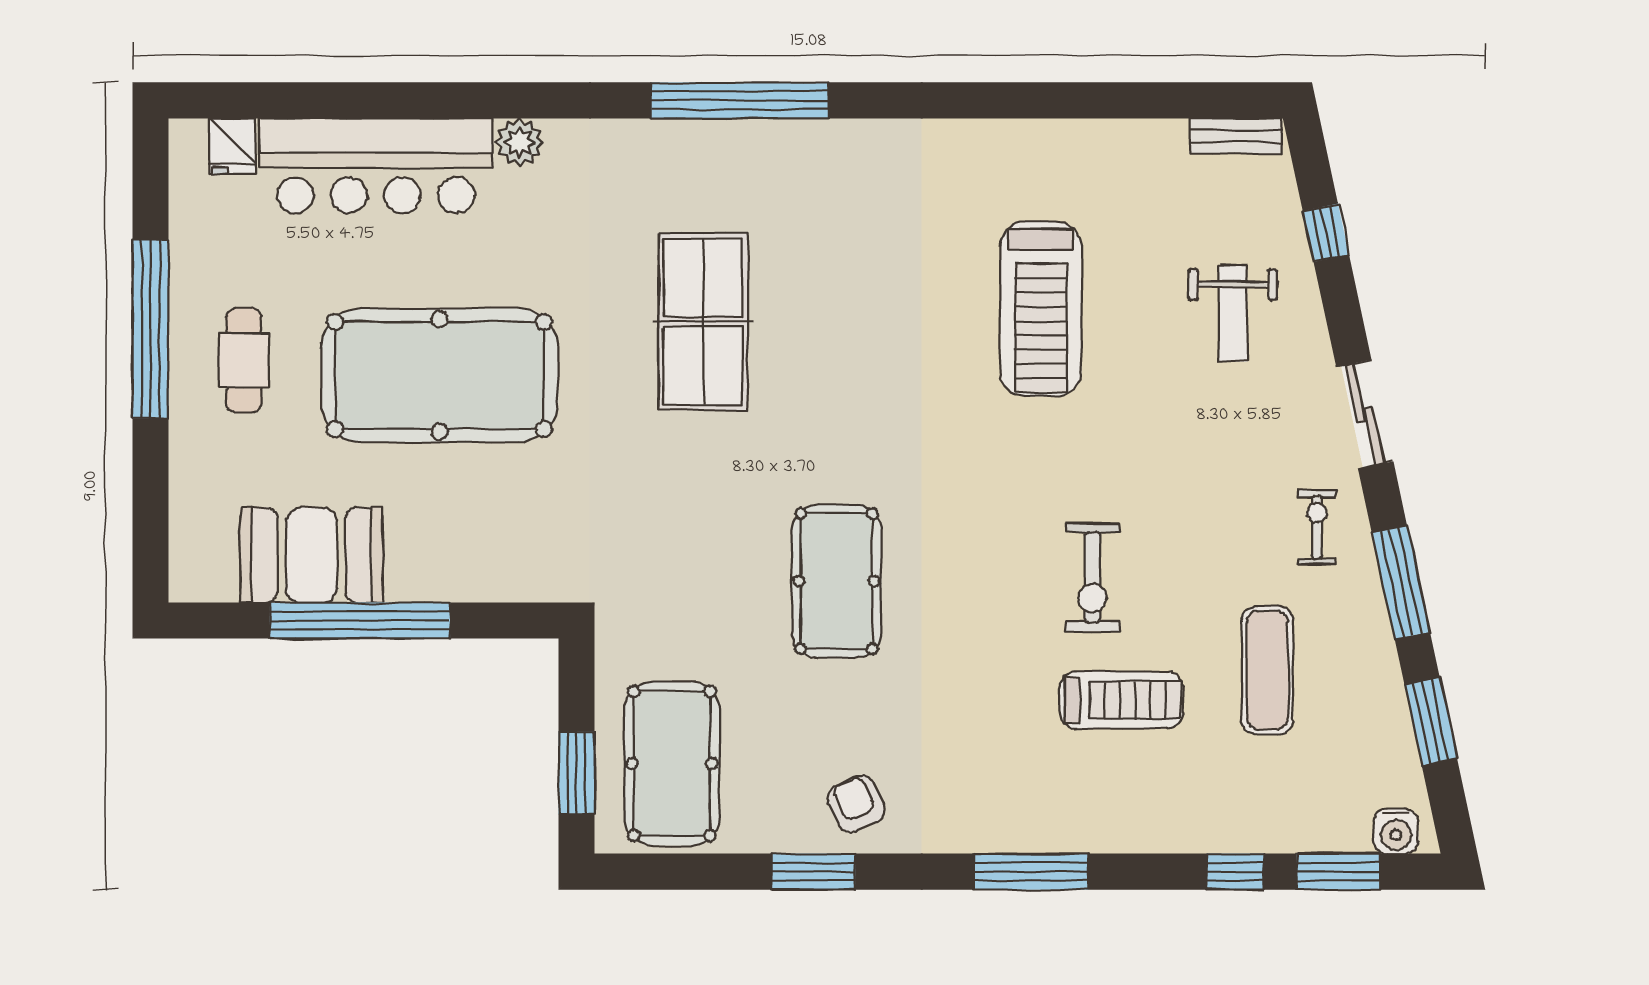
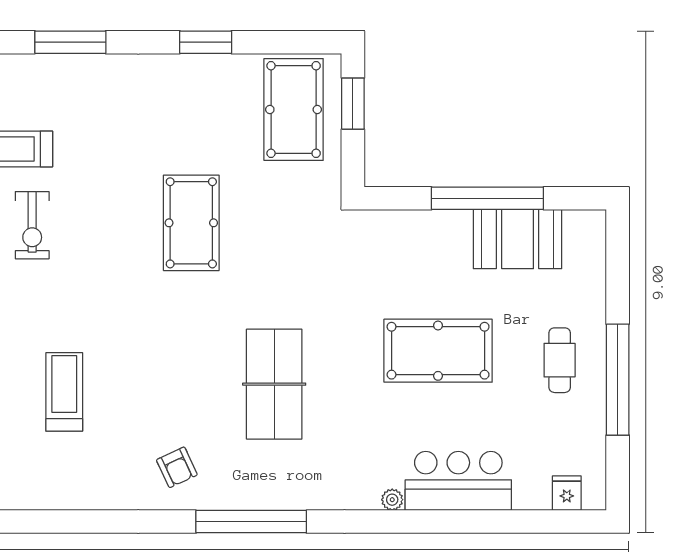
plant: (520, 142) -> (392, 500), width x0.73, depth x0.73
bar counter: (376, 166) -> (458, 481), width x0.73
treadmill: (1041, 309) -> (64, 392), width x0.73, depth x0.73
pool table: (439, 375) -> (438, 351), width x0.73, depth x0.76
exercise bike: (1092, 577) -> (32, 225), turned 180
armchair: (856, 804) -> (177, 467), moved

